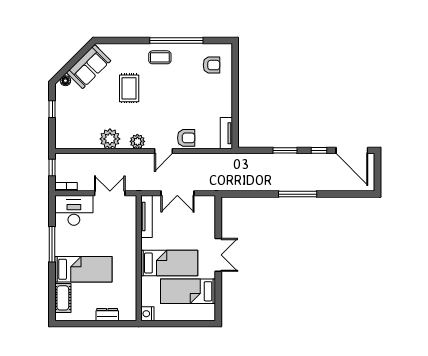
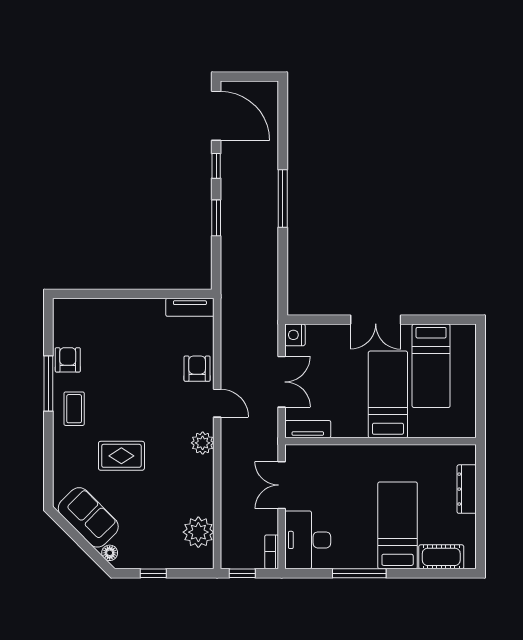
window: (176, 41) -> (48, 384), width x0.68
armchair: (211, 65) -> (68, 360), moved
plant: (110, 139) -> (198, 532), moved
door: (352, 150) -> (216, 116), hinge flipped
tv unit: (146, 217) -> (308, 429), width x0.71
double door: (218, 255) -> (376, 320), swing flipped
nightstand: (147, 314) -> (295, 335), moved, turned 90
dresser: (107, 315) -> (467, 489), width x1.44

